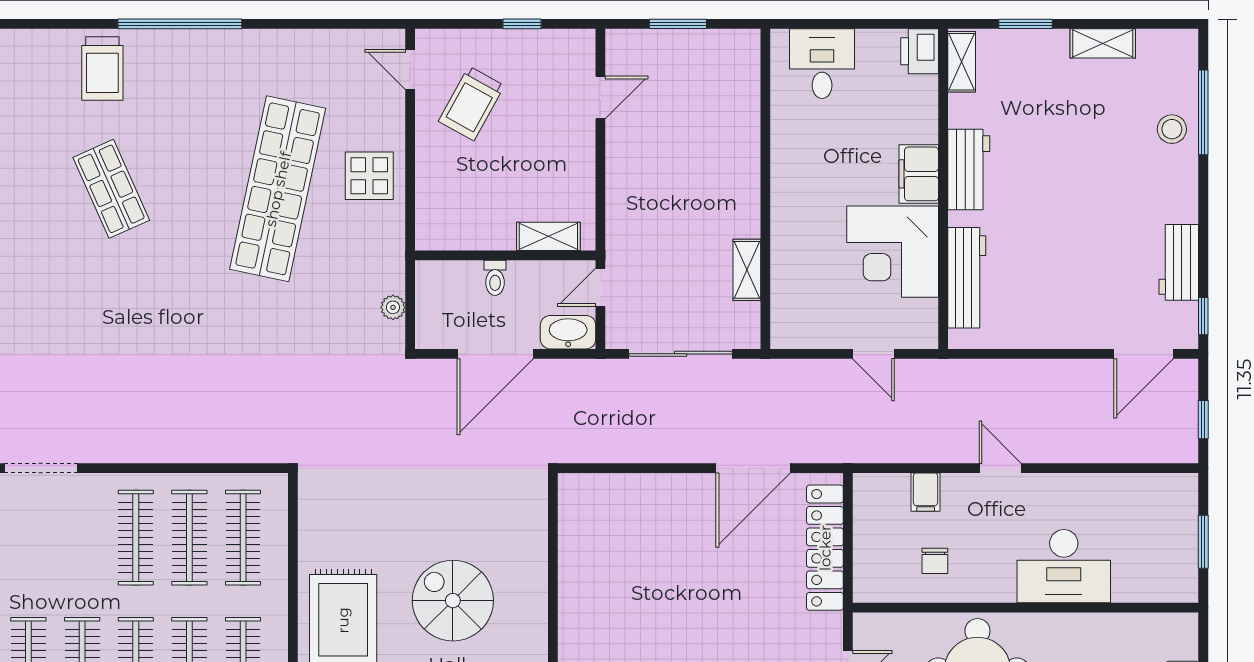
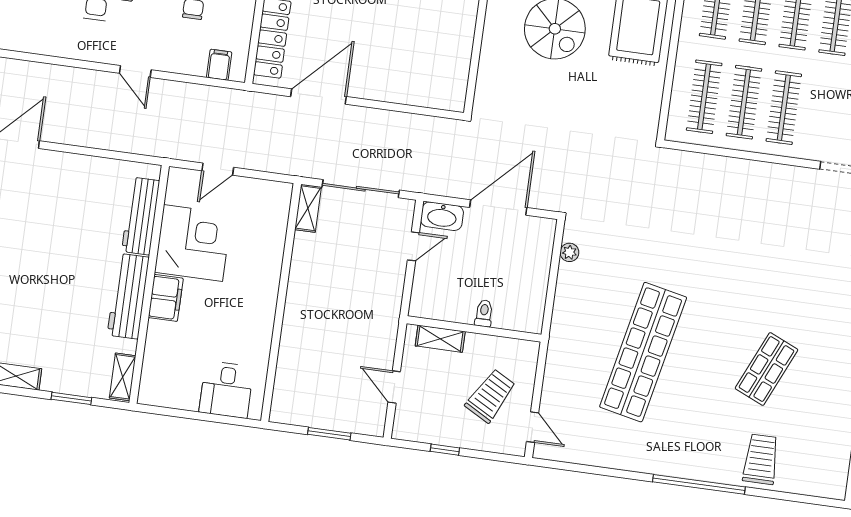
printer: (920, 51) -> (153, 389), removed
door: (600, 97) -> (394, 387), hinge flipped
workbench: (969, 169) -> (128, 296), width x1.38
display table: (369, 176) -> (574, 352), removed
shop shelf: (111, 189) -> (767, 369), turned 48
shelving: (548, 236) -> (440, 339), moved
wall: (505, 255) -> (474, 329), moved
shelving: (747, 270) -> (308, 208), moved
toilet: (495, 278) -> (484, 313), moved
door: (873, 354) -> (218, 169), swing flipped
filing cabinet: (926, 492) -> (219, 65), moved

